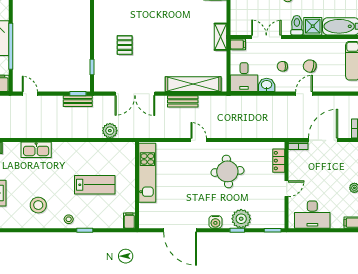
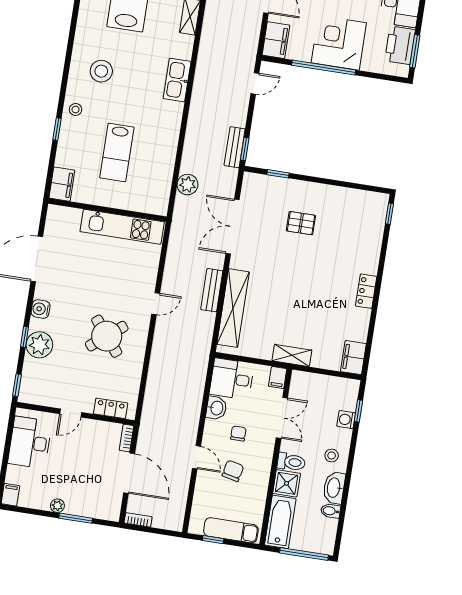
round table: (227, 171) -> (107, 336), turned -34
door: (287, 189) -> (71, 413), hinge flipped
filing cabinet: (129, 221) -> (62, 184), width x2.00

